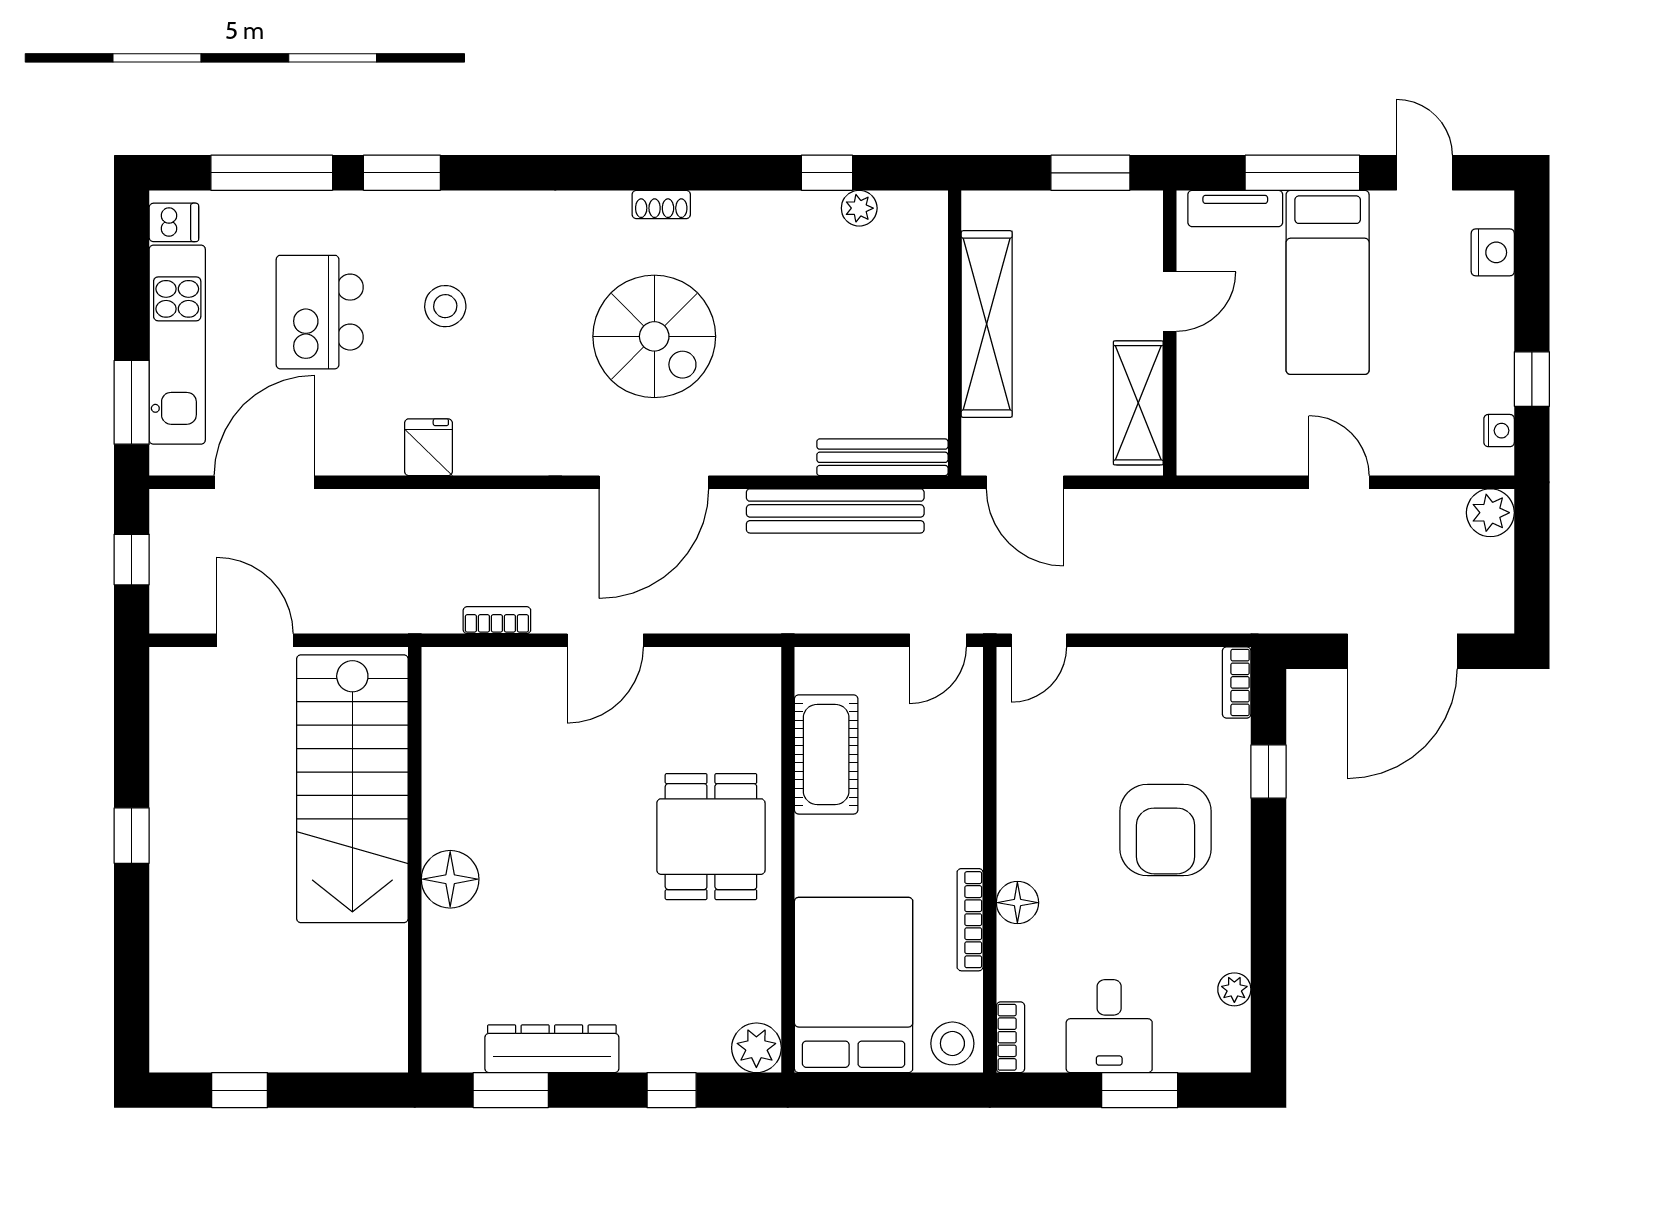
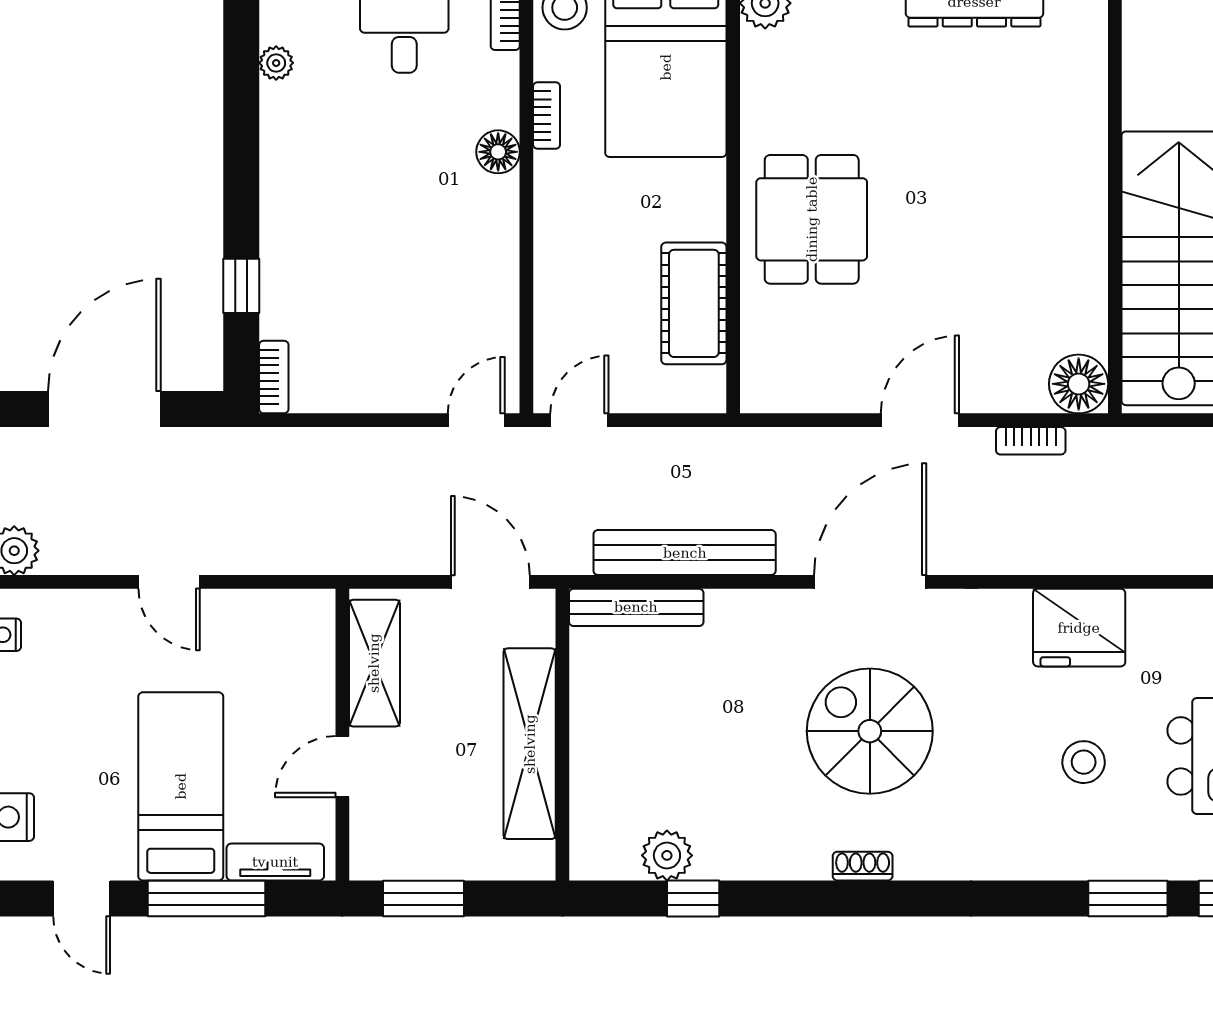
plant: (859, 208) -> (667, 855), width x1.38, depth x1.38
fridge: (428, 447) -> (1079, 628), width x1.88, depth x1.34
armchair: (1165, 830) -> (347, 226), removed
floor lamp: (450, 879) -> (1079, 384), moved
bookcase: (970, 920) -> (547, 115), width x0.64

